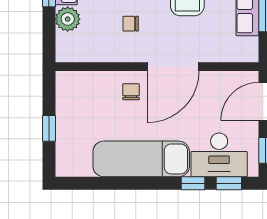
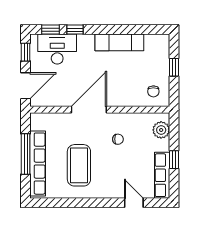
plant: (68, 19) -> (161, 130), moved
chair: (131, 92) -> (153, 91), moved
exam couch: (141, 159) -> (119, 42), width x0.73, depth x0.69

